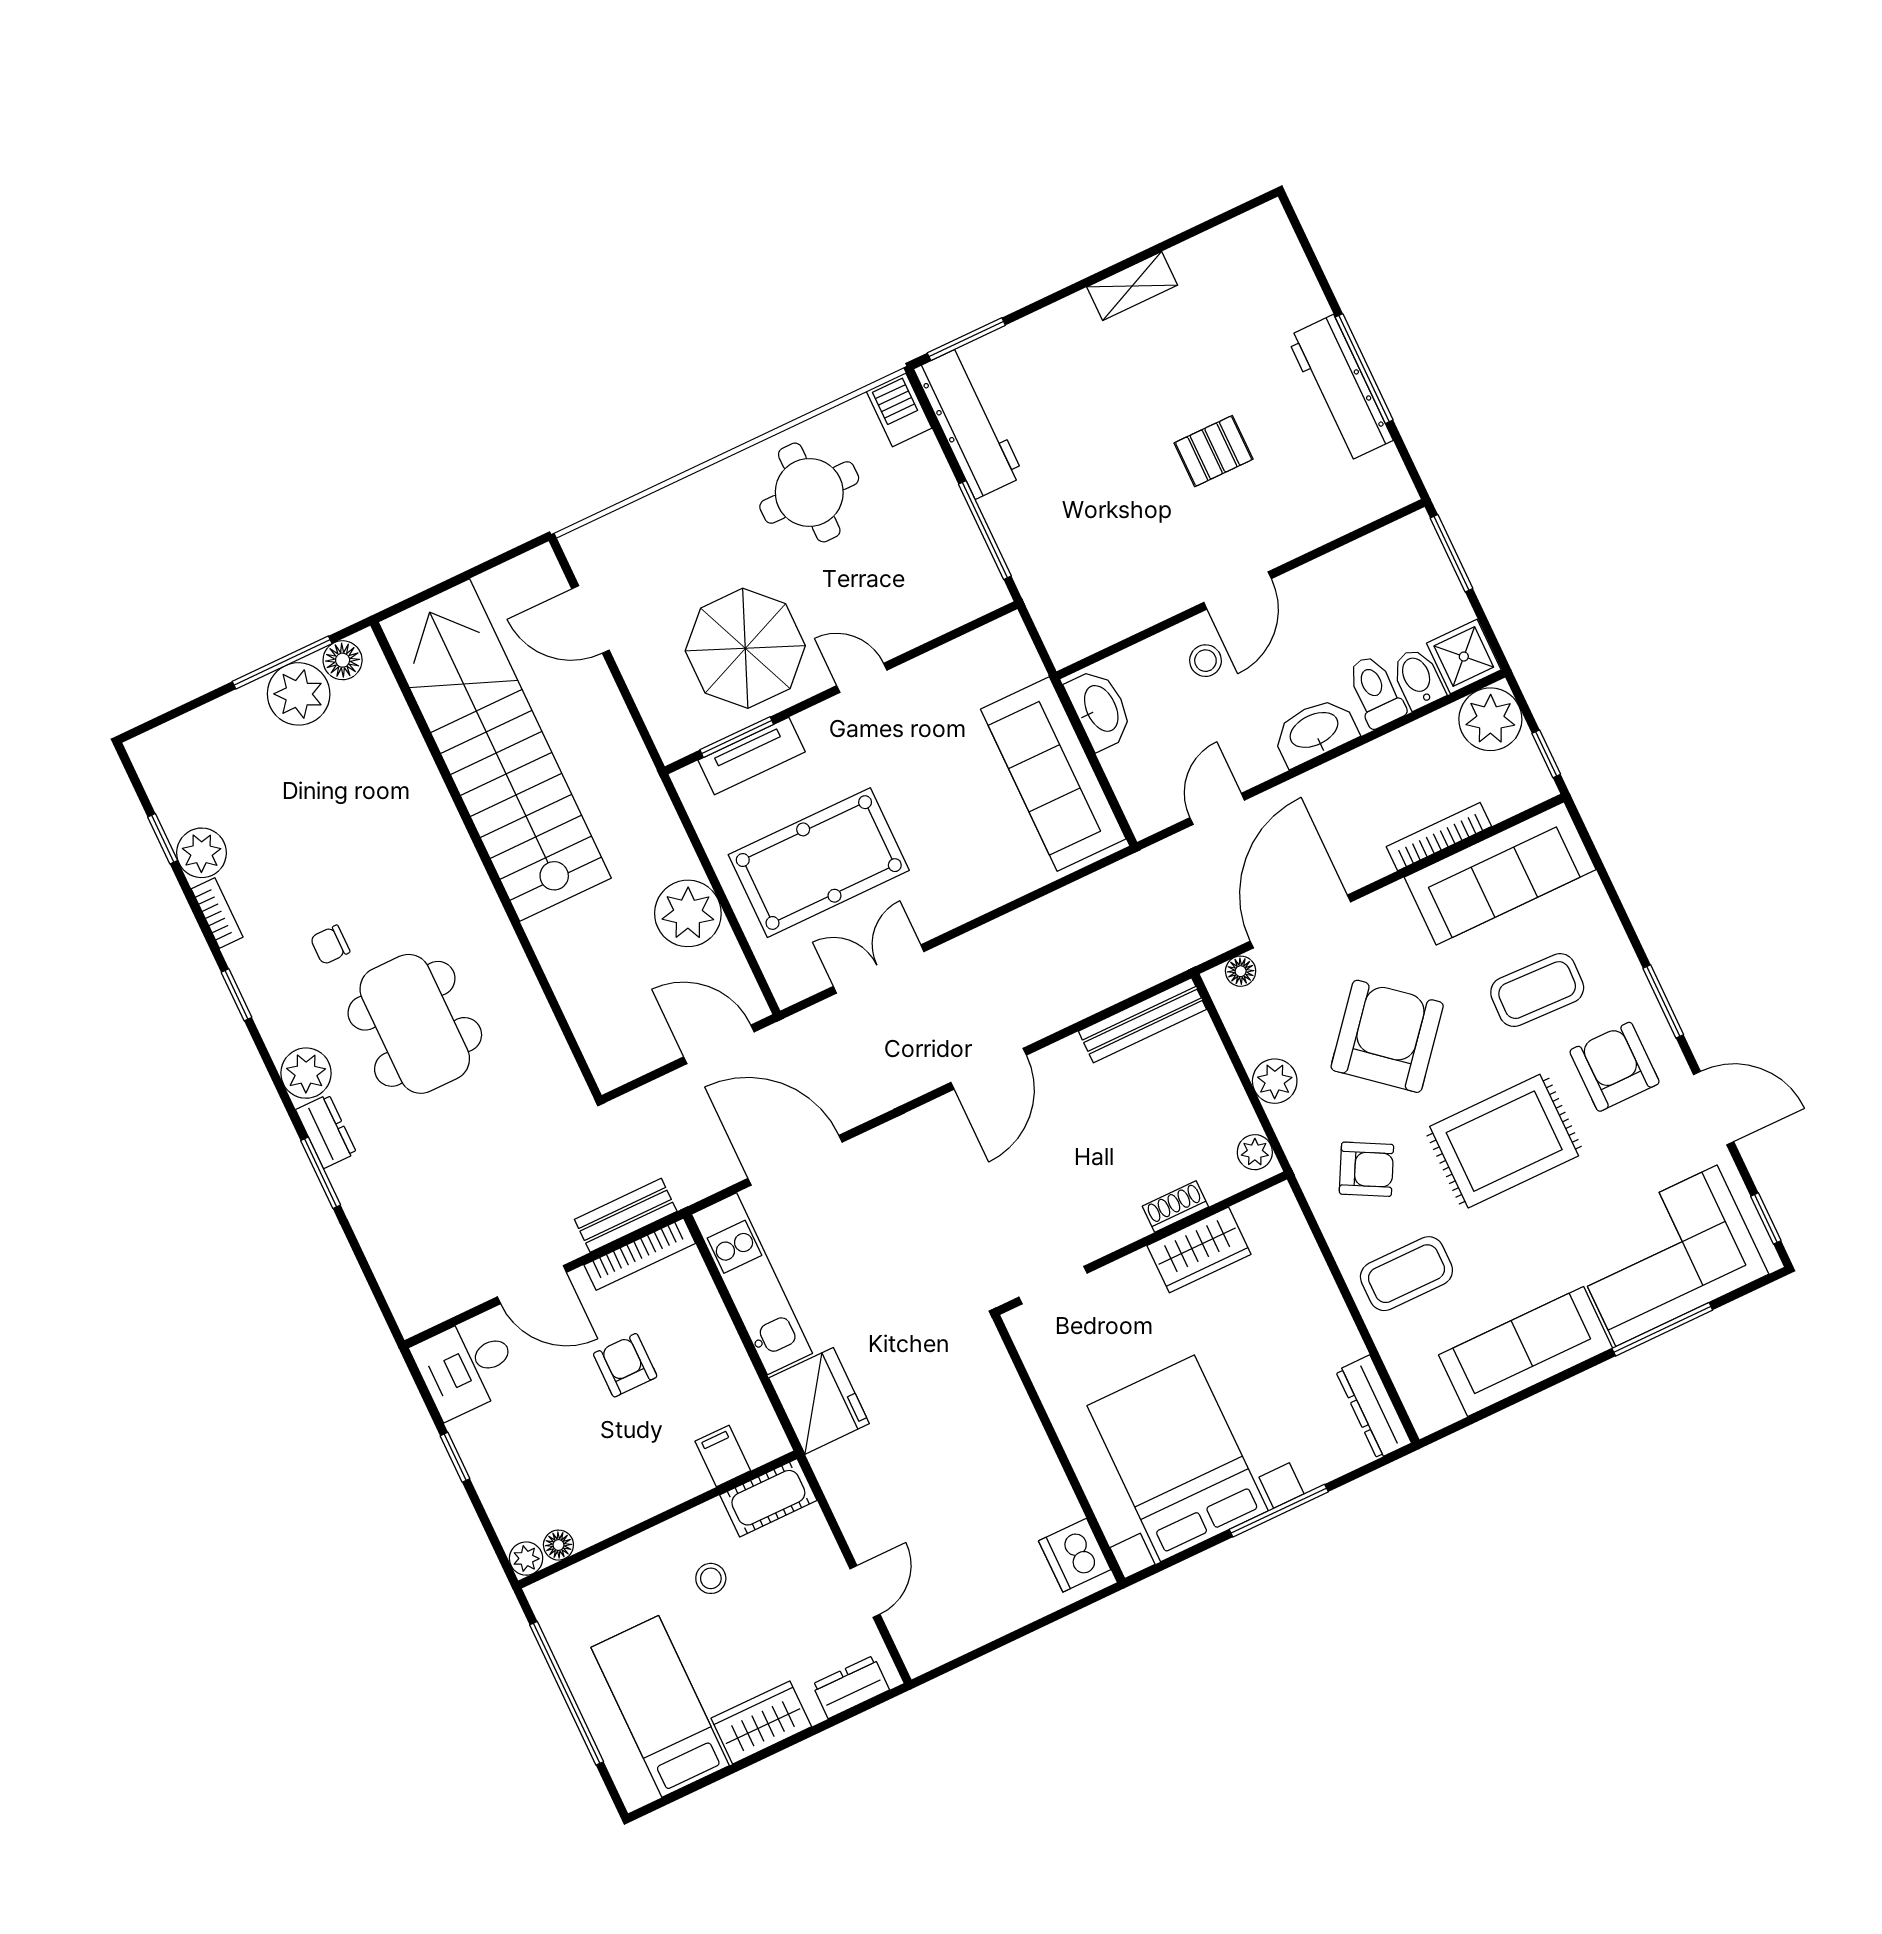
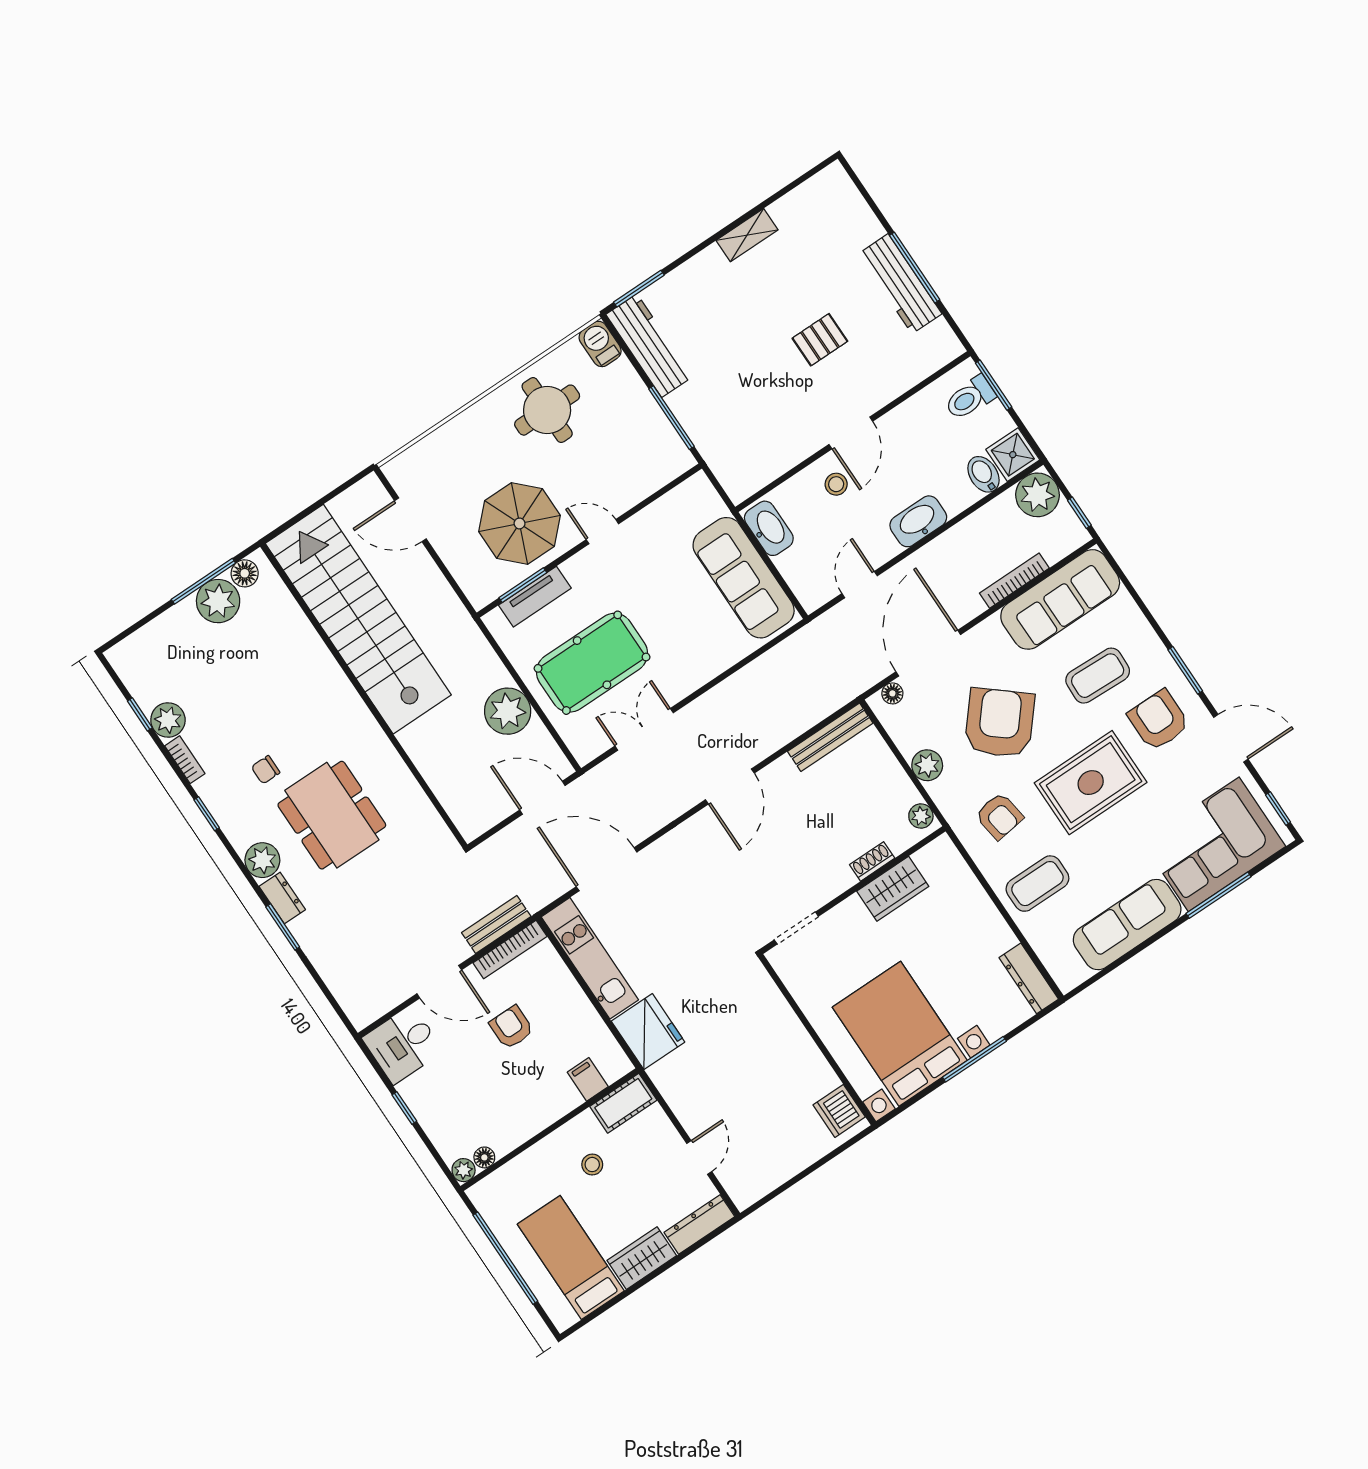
toilet: (1376, 691) -> (970, 398), moved, turned -90
armchair: (1366, 1169) -> (999, 816), turned 54
dresser: (851, 1687) -> (699, 1224), width x1.44

